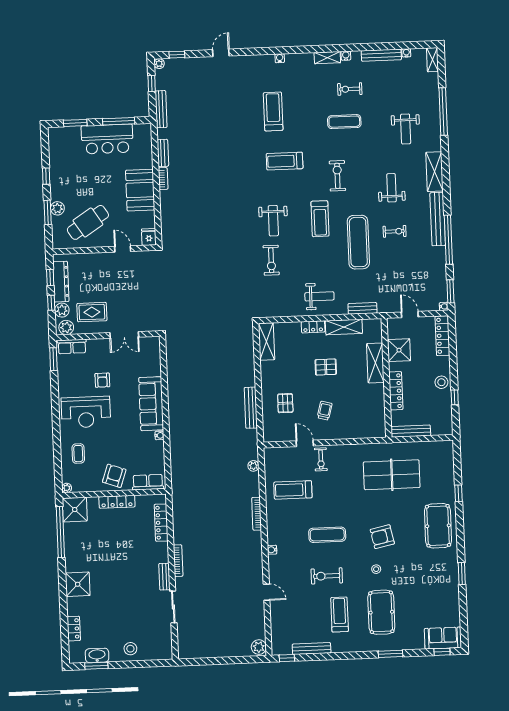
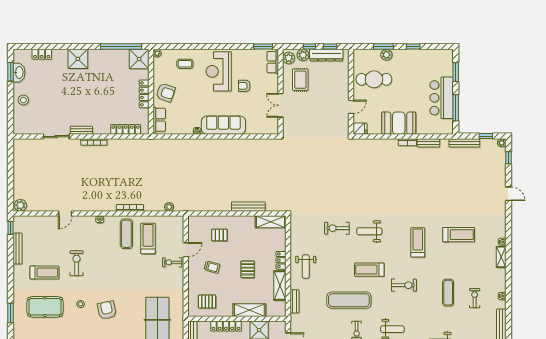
shelving: (327, 58) -> (501, 257), moved
cafe table: (88, 222) -> (374, 79), turned -57
bench: (251, 408) -> (248, 207), moved
pallet: (367, 415) -> (207, 302), added
exercise mat: (327, 535) -> (126, 234), moved

